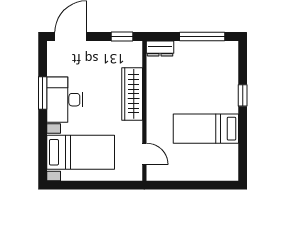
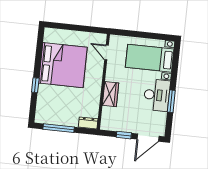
window: (122, 37) -> (124, 135), moved
wardrobe: (132, 94) -> (110, 94), width x0.67
bed: (206, 129) -> (63, 65), width x2.04

